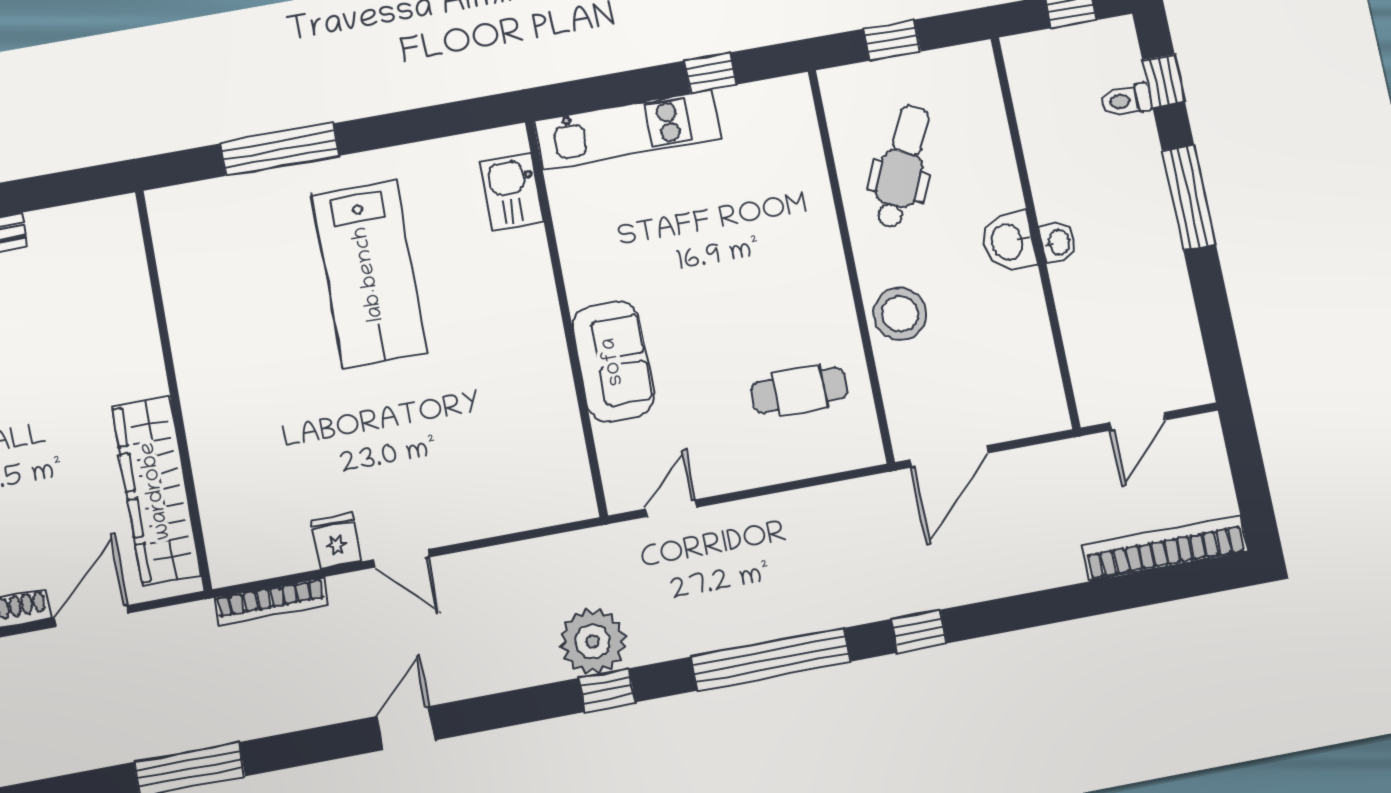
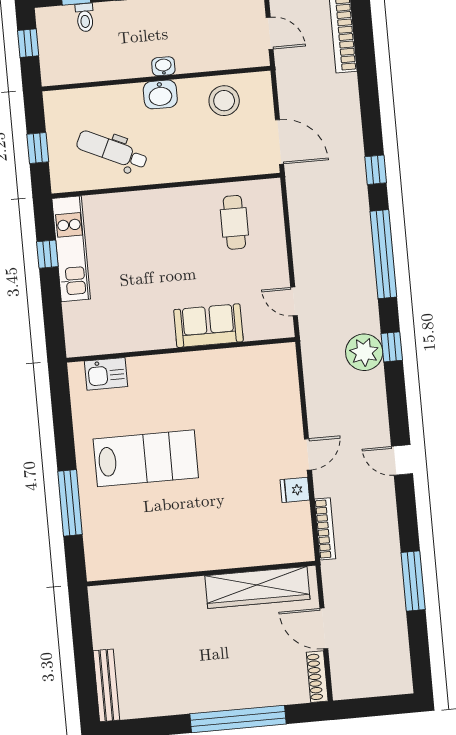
kitchen unit: (627, 130) -> (71, 249), moved
stool: (900, 314) -> (224, 101), moved

